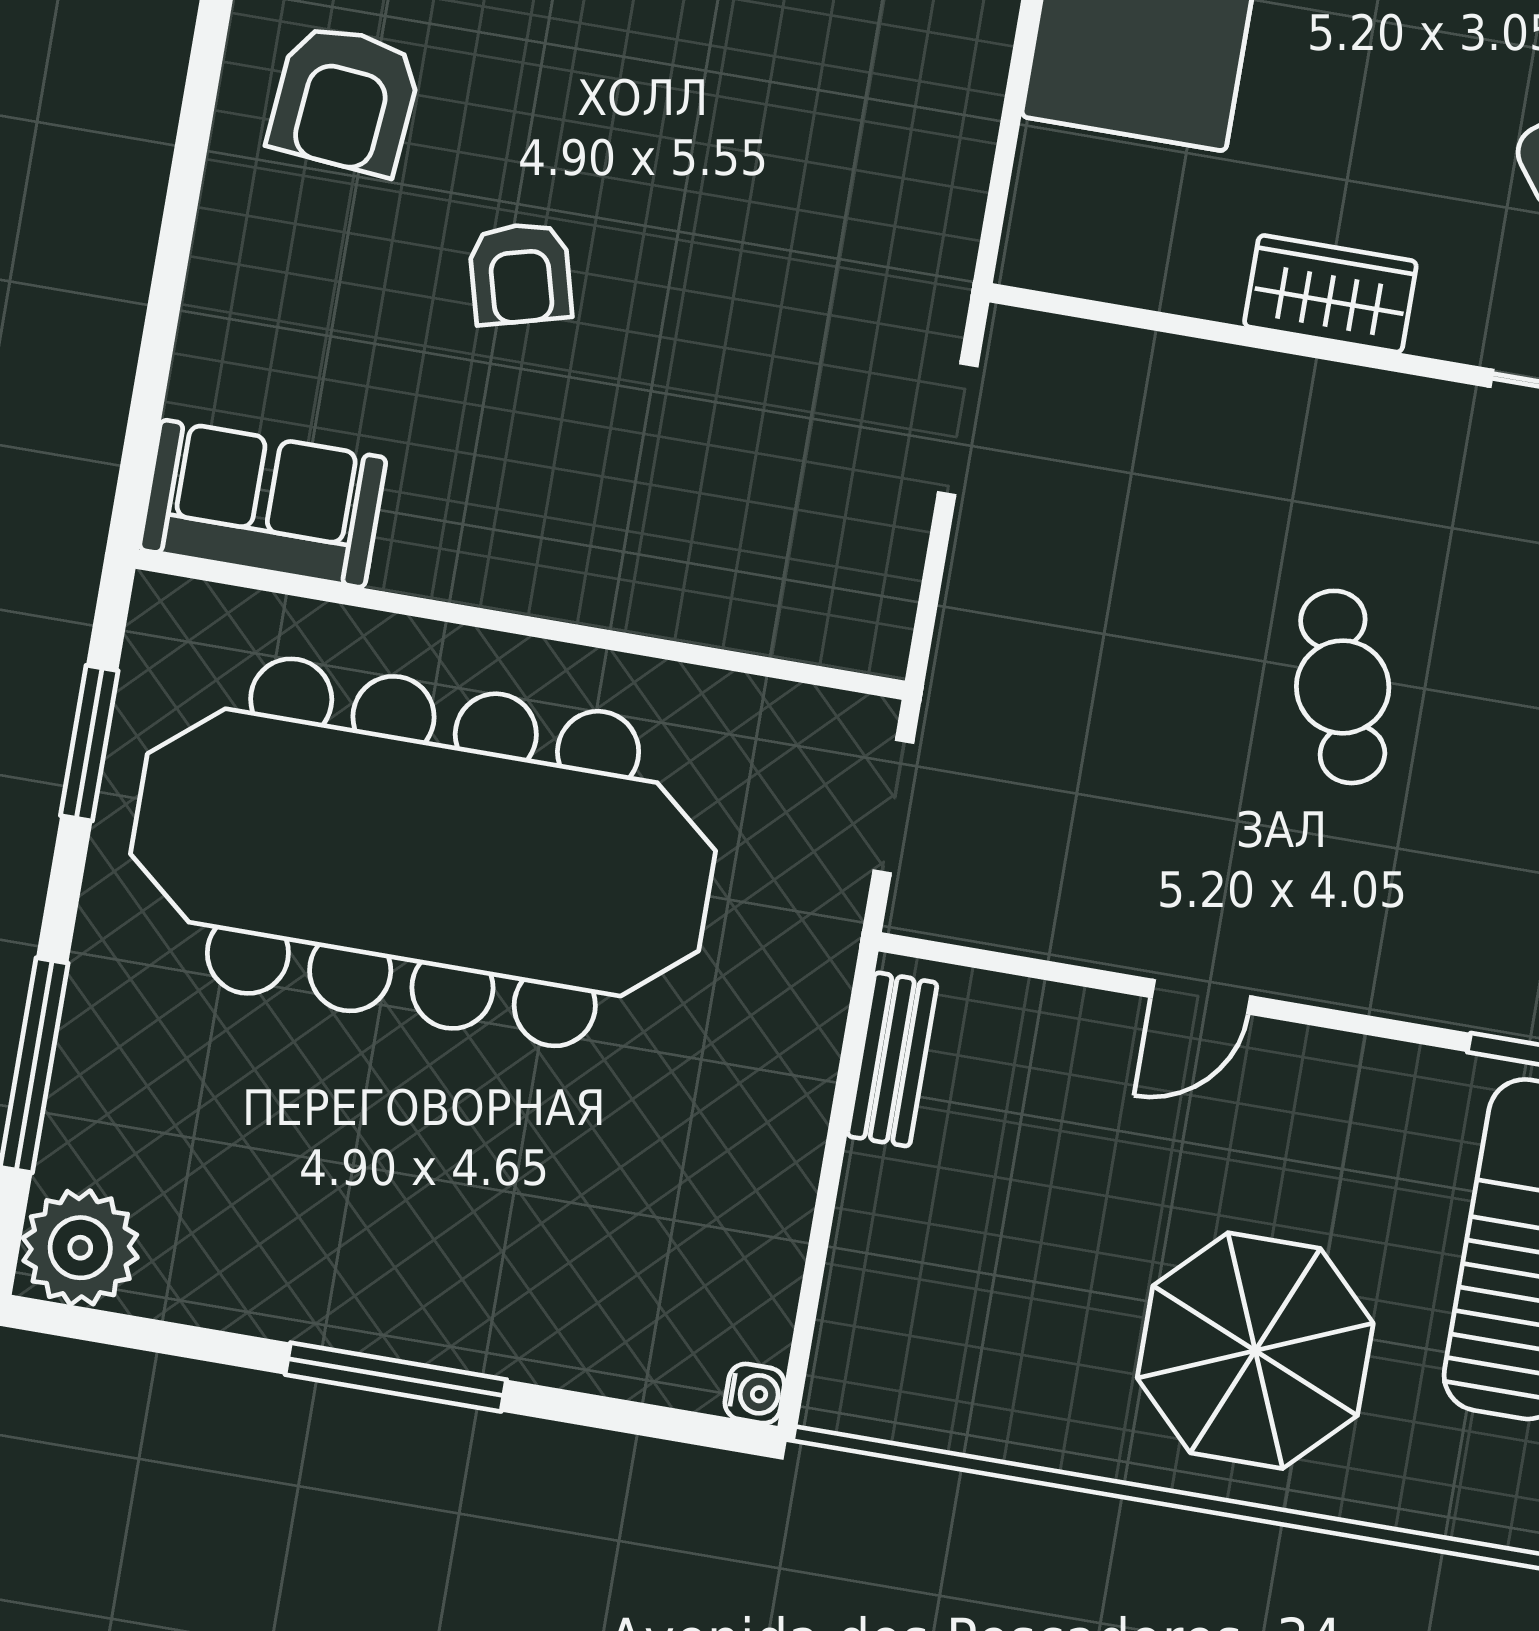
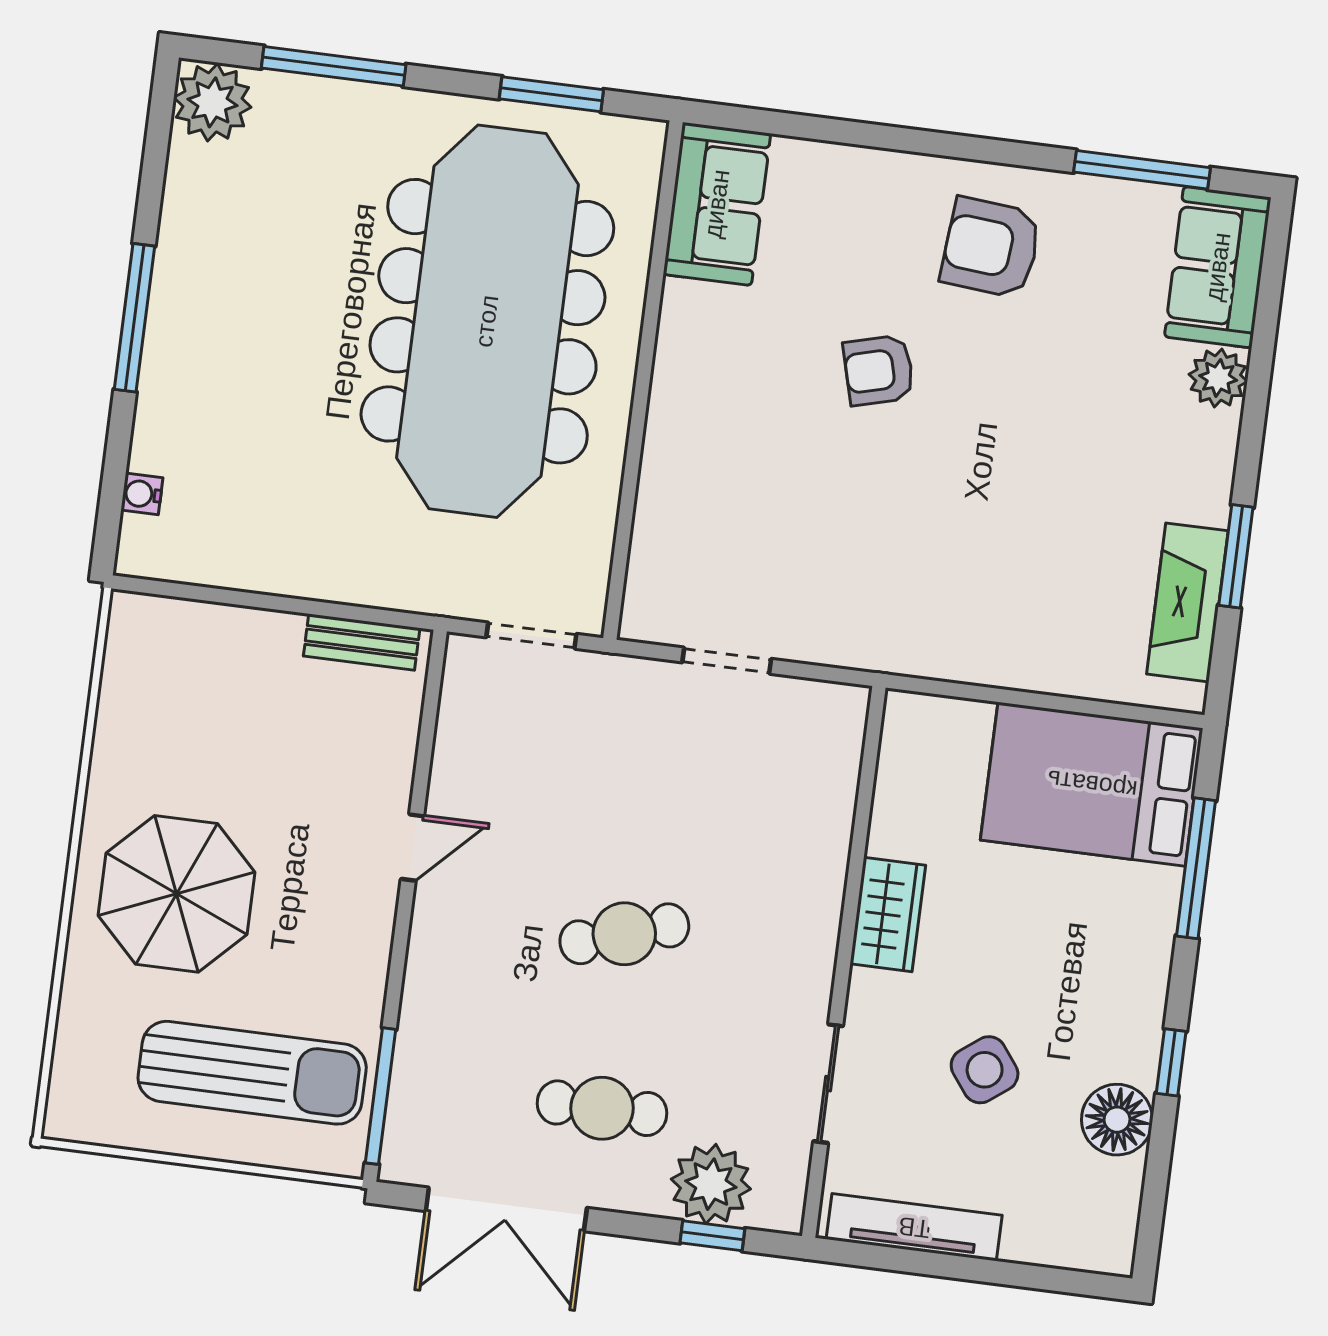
doorway: (958, 429) -> (727, 661), moved
door: (1201, 997) -> (412, 847), swing flipped
water cooler: (755, 1394) -> (142, 494), moved, turned 90

